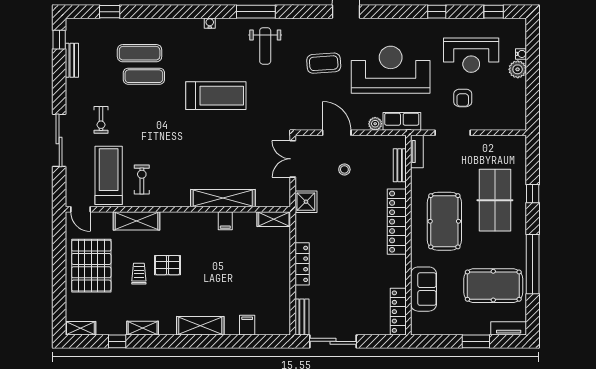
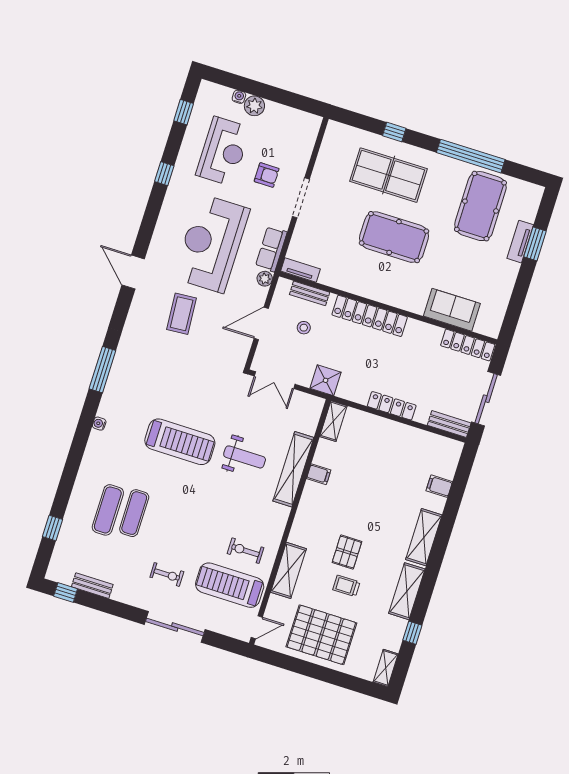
weight bench: (265, 46) -> (245, 457), moved
treadmill: (216, 96) -> (180, 442), turned 90
tv unit: (417, 151) -> (300, 270), moved
bench: (400, 165) -> (310, 293), moved
locker: (397, 222) -> (370, 316), moved
wall: (408, 235) -> (388, 308), moved
sofa: (424, 289) -> (452, 310), moved
locker: (398, 312) -> (468, 345), moved
shelving: (143, 328) -> (407, 591), width x1.50, depth x1.33
tv unit: (509, 328) -> (520, 242), moved

